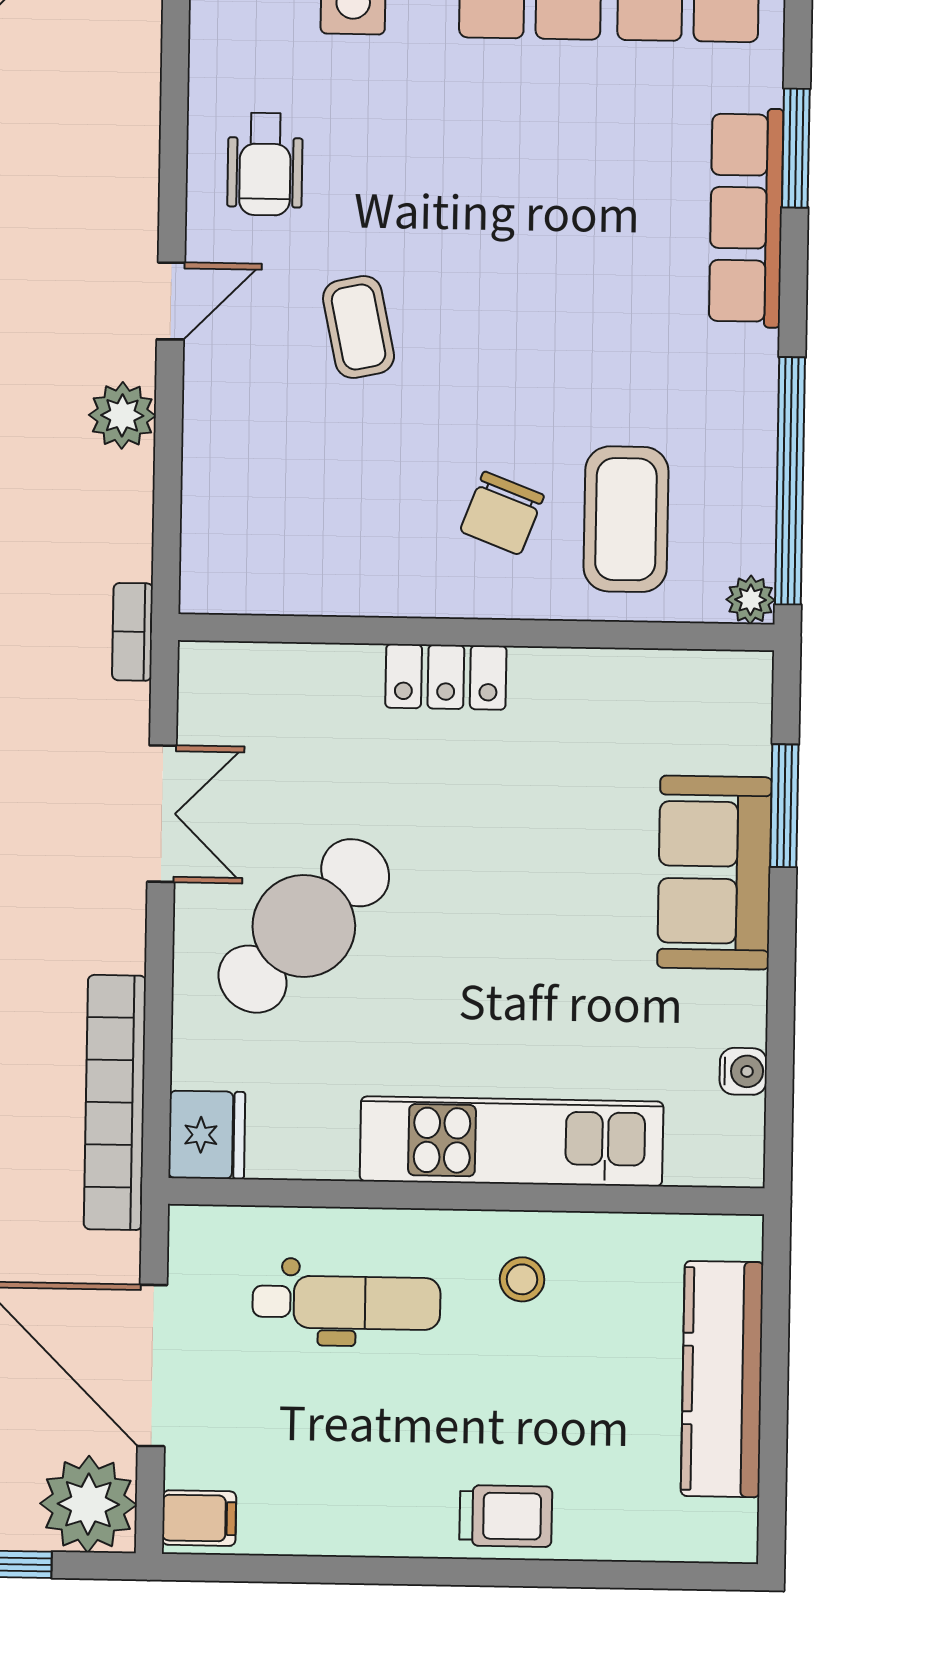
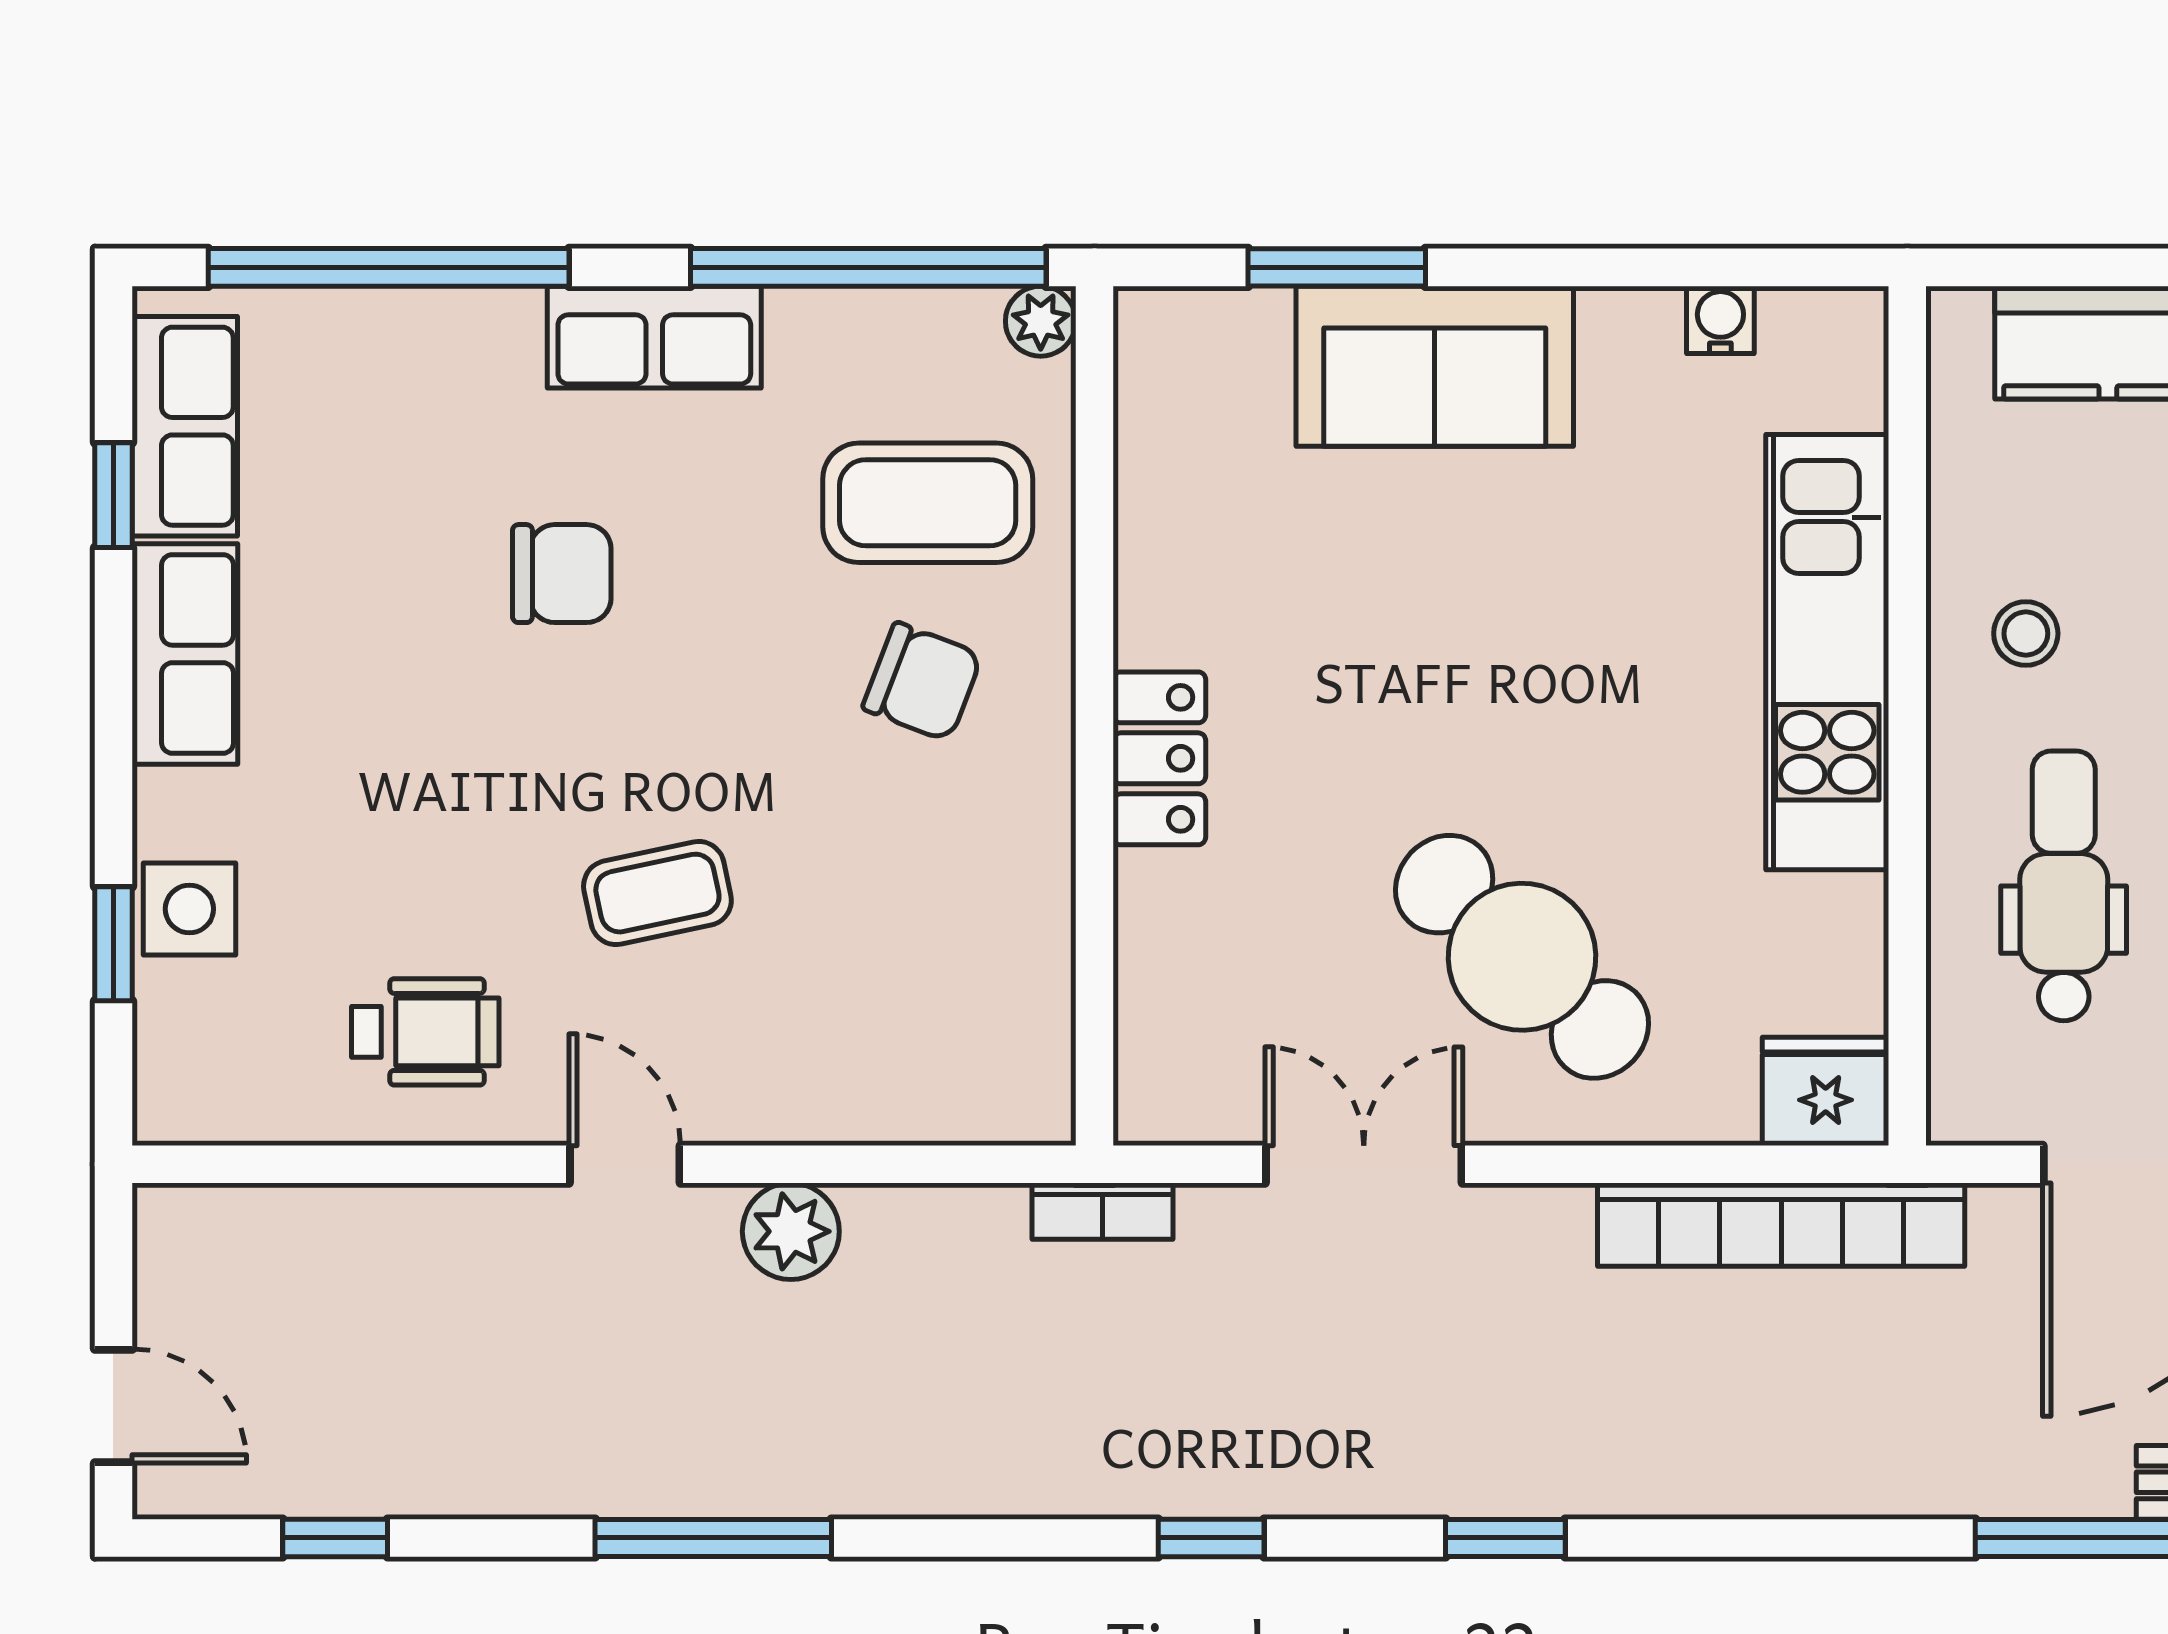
window: (796, 148) -> (389, 267), width x2.11
row of seats: (746, 218) -> (654, 337), moved, width x0.68
chair: (581, 264) -> (562, 574), added

